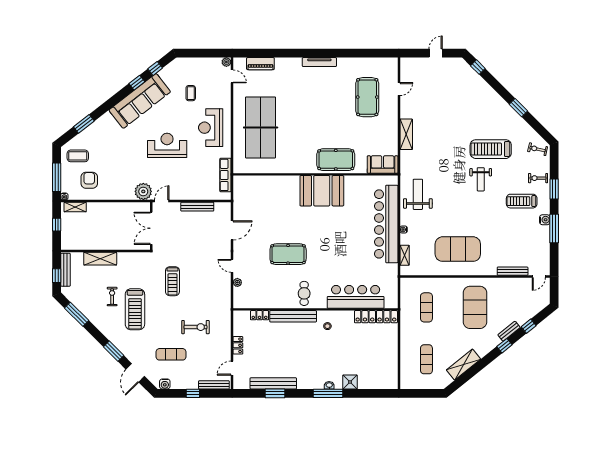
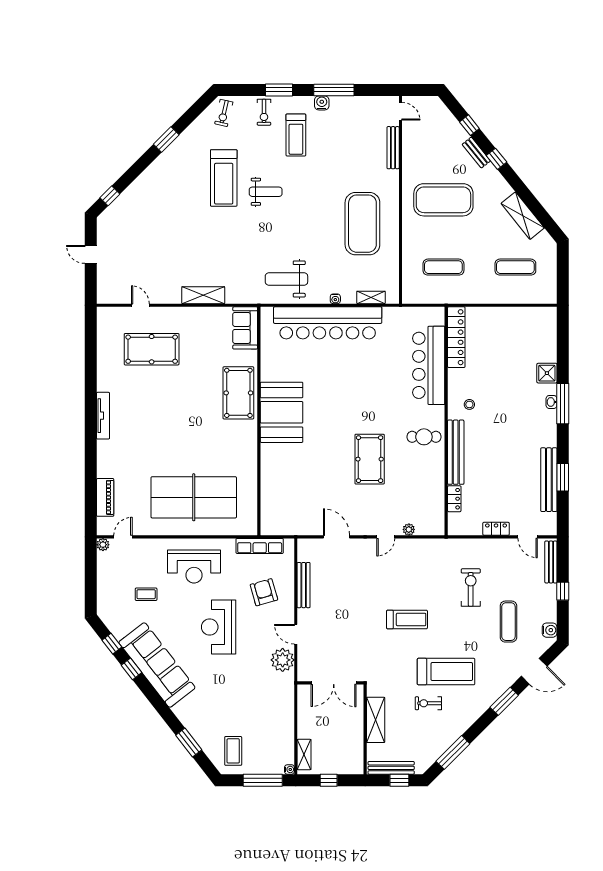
armchair: (89, 180) -> (264, 592), moved, turned 74
wall: (151, 226) -> (330, 683), moved
double door: (151, 228) -> (334, 683), moved

